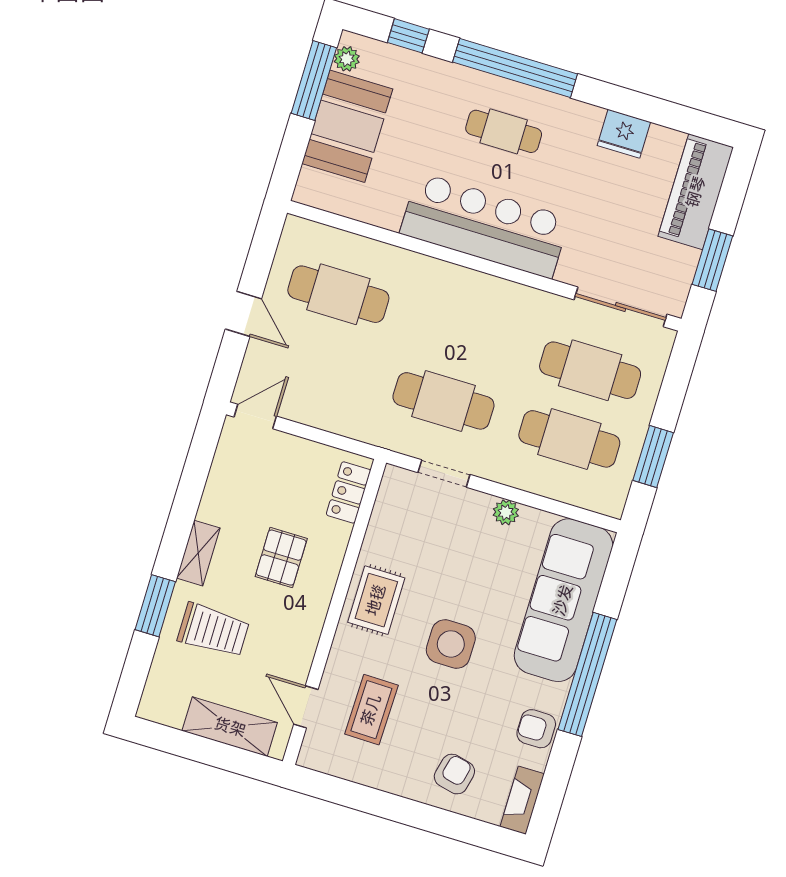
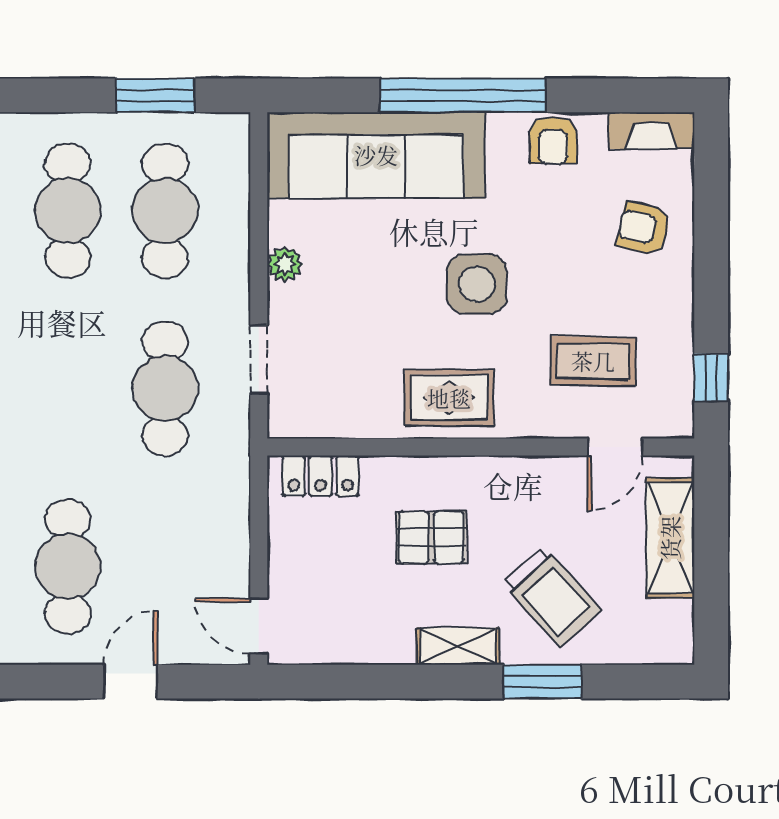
trolley: (213, 630) -> (552, 597), turned 138
window: (335, 790) -> (711, 378), added

